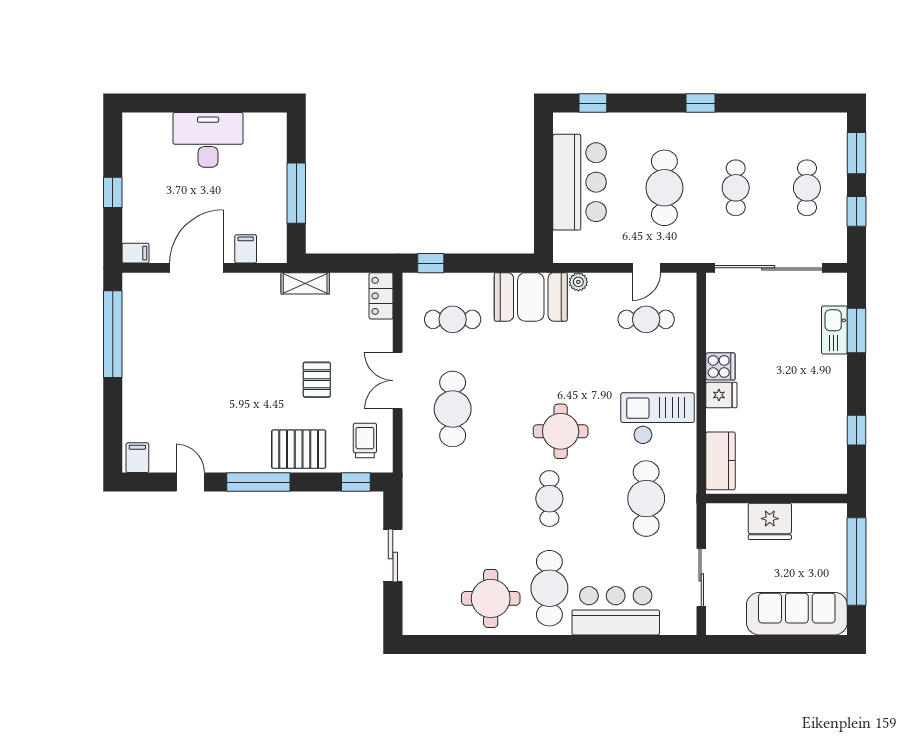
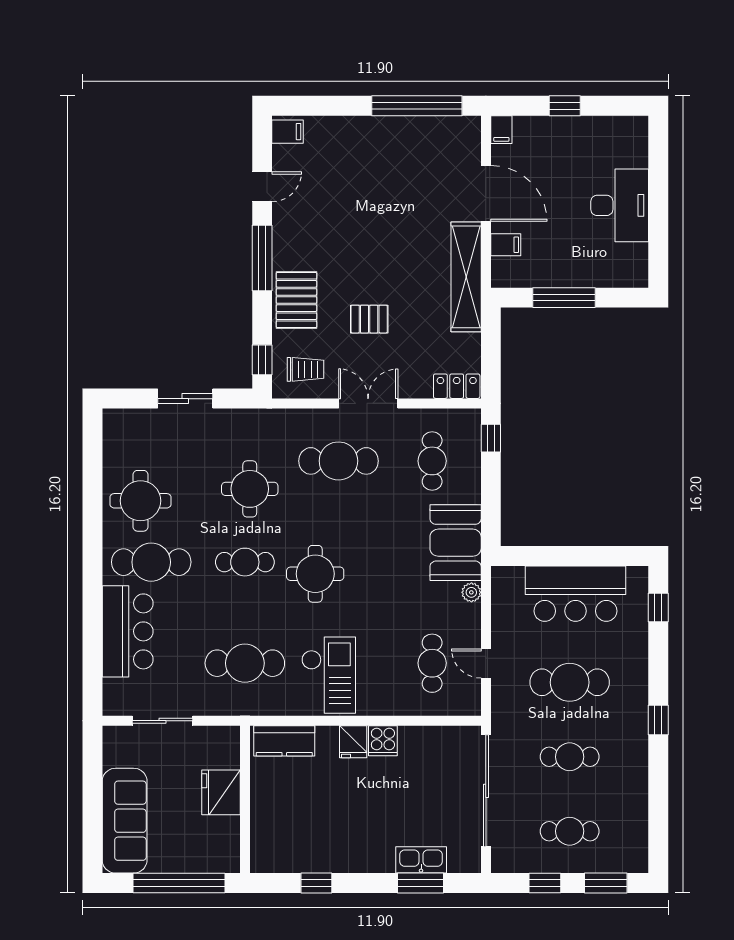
shelving: (305, 283) -> (466, 277), width x2.20, depth x1.33
round table: (479, 494) -> (250, 489), added

